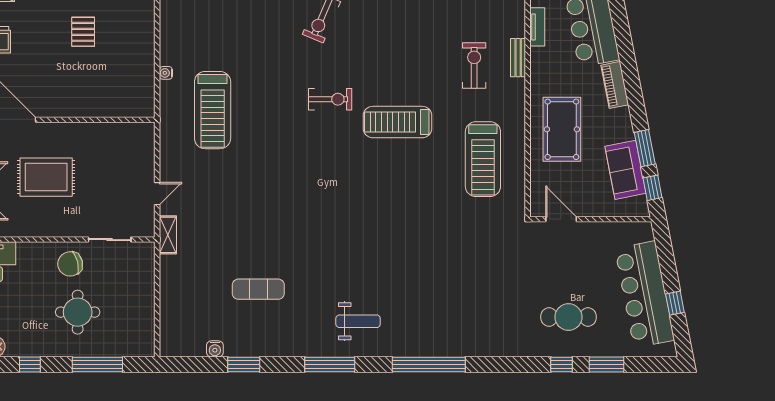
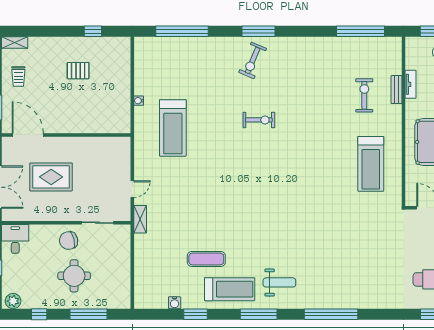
tv unit: (537, 27) -> (411, 84), moved
pallet: (83, 32) -> (78, 71), turned 90
treadmill: (397, 122) -> (230, 289), moved, turned 180

